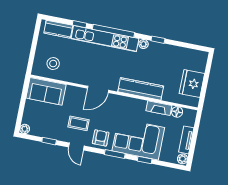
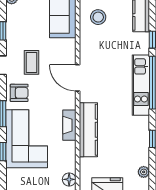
kitchen unit: (105, 39) -> (141, 85), width x0.73
plant: (143, 44) -> (144, 172), moved
fireplace: (159, 108) -> (69, 125), moved

